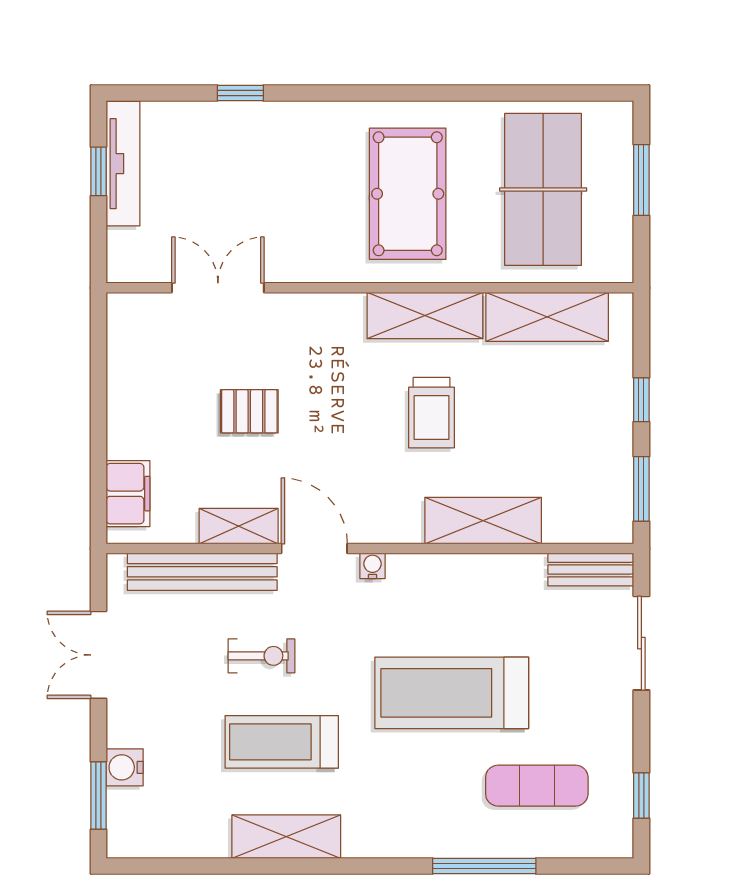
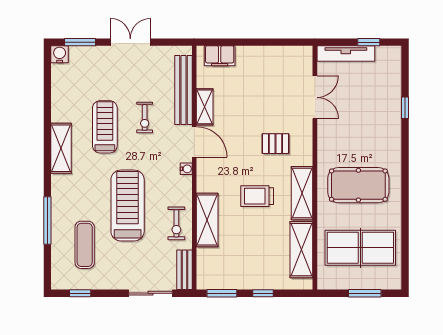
tv unit: (123, 164) -> (346, 53), moved
pallet: (249, 411) -> (275, 144), moved, turned 90
door: (314, 549) -> (194, 142), hinge flipped
exercise bike: (490, 587) -> (176, 223), added
double door: (98, 655) -> (130, 42), moved
water cooler: (125, 767) -> (60, 54), moved
shelving: (286, 837) -> (61, 148), moved

